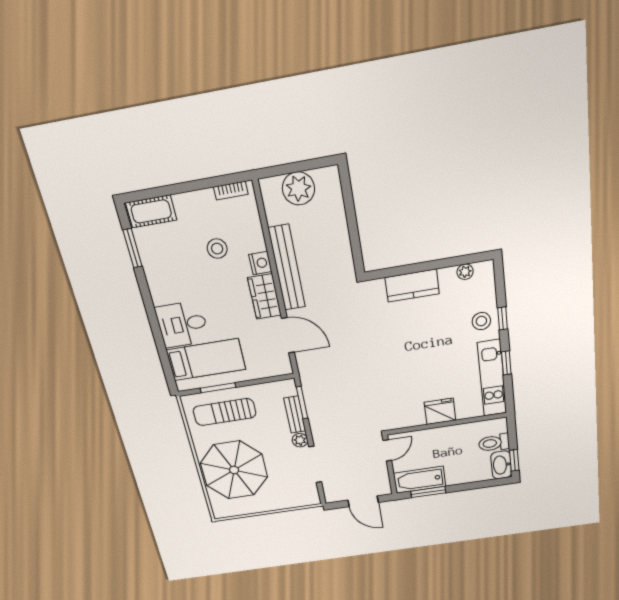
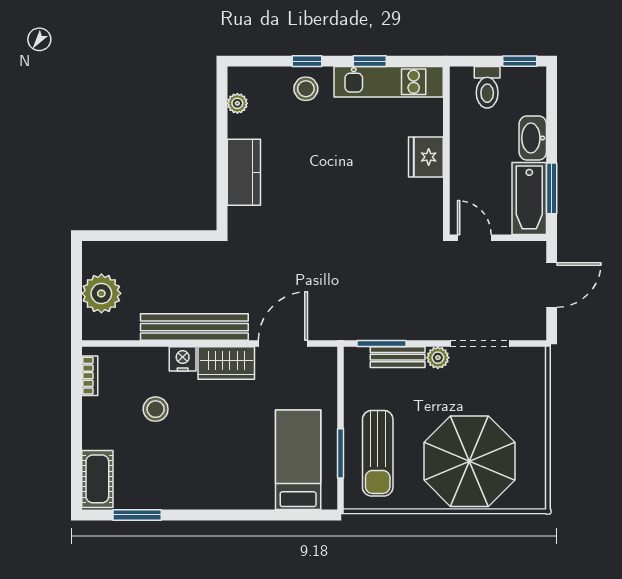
desk: (182, 324) -> (245, 479), removed
washbasin: (501, 465) -> (533, 138), moved, turned 90

